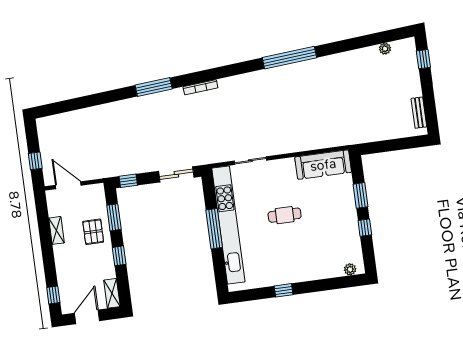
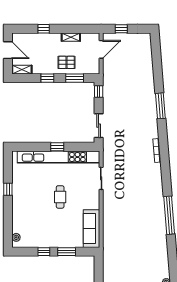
window: (154, 87) -> (160, 106), moved
window: (214, 229) -> (57, 147), width x0.46
window: (53, 295) -> (44, 29), moved

